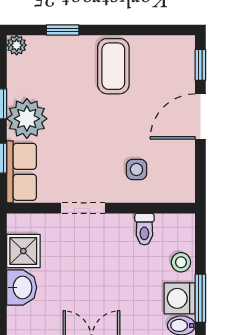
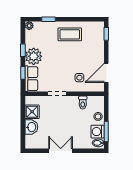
coffee table: (113, 66) -> (70, 34), turned 90
door: (200, 116) -> (106, 73), moved

